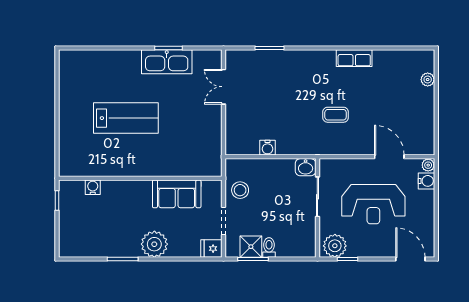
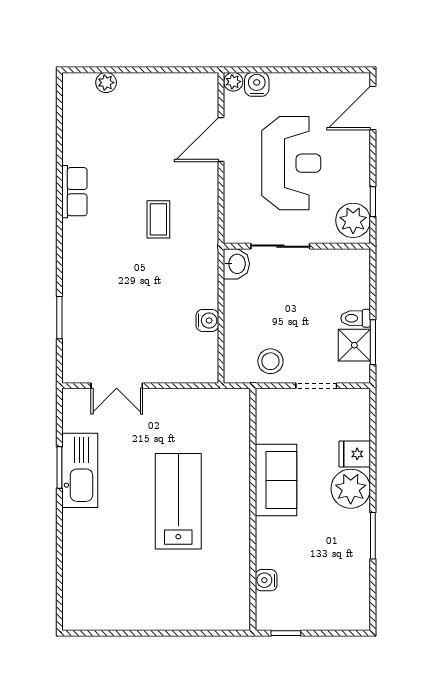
lab bench: (126, 118) -> (178, 501), moved
sofa: (177, 194) -> (276, 480), moved
fridge: (211, 249) -> (355, 454), moved, turned 90

